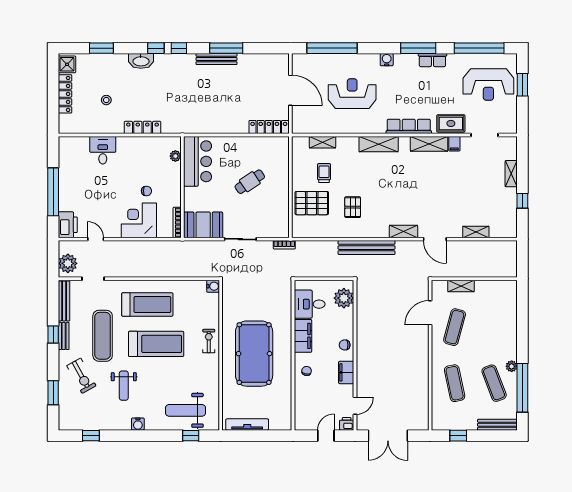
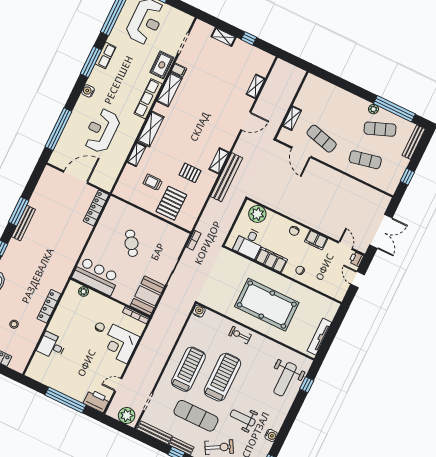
shelving: (323, 142) -> (137, 154), moved
shelving: (403, 232) -> (219, 161), moved
weight bench: (124, 386) -> (243, 418), turned 180
water cooler: (138, 424) -> (271, 435), moved

